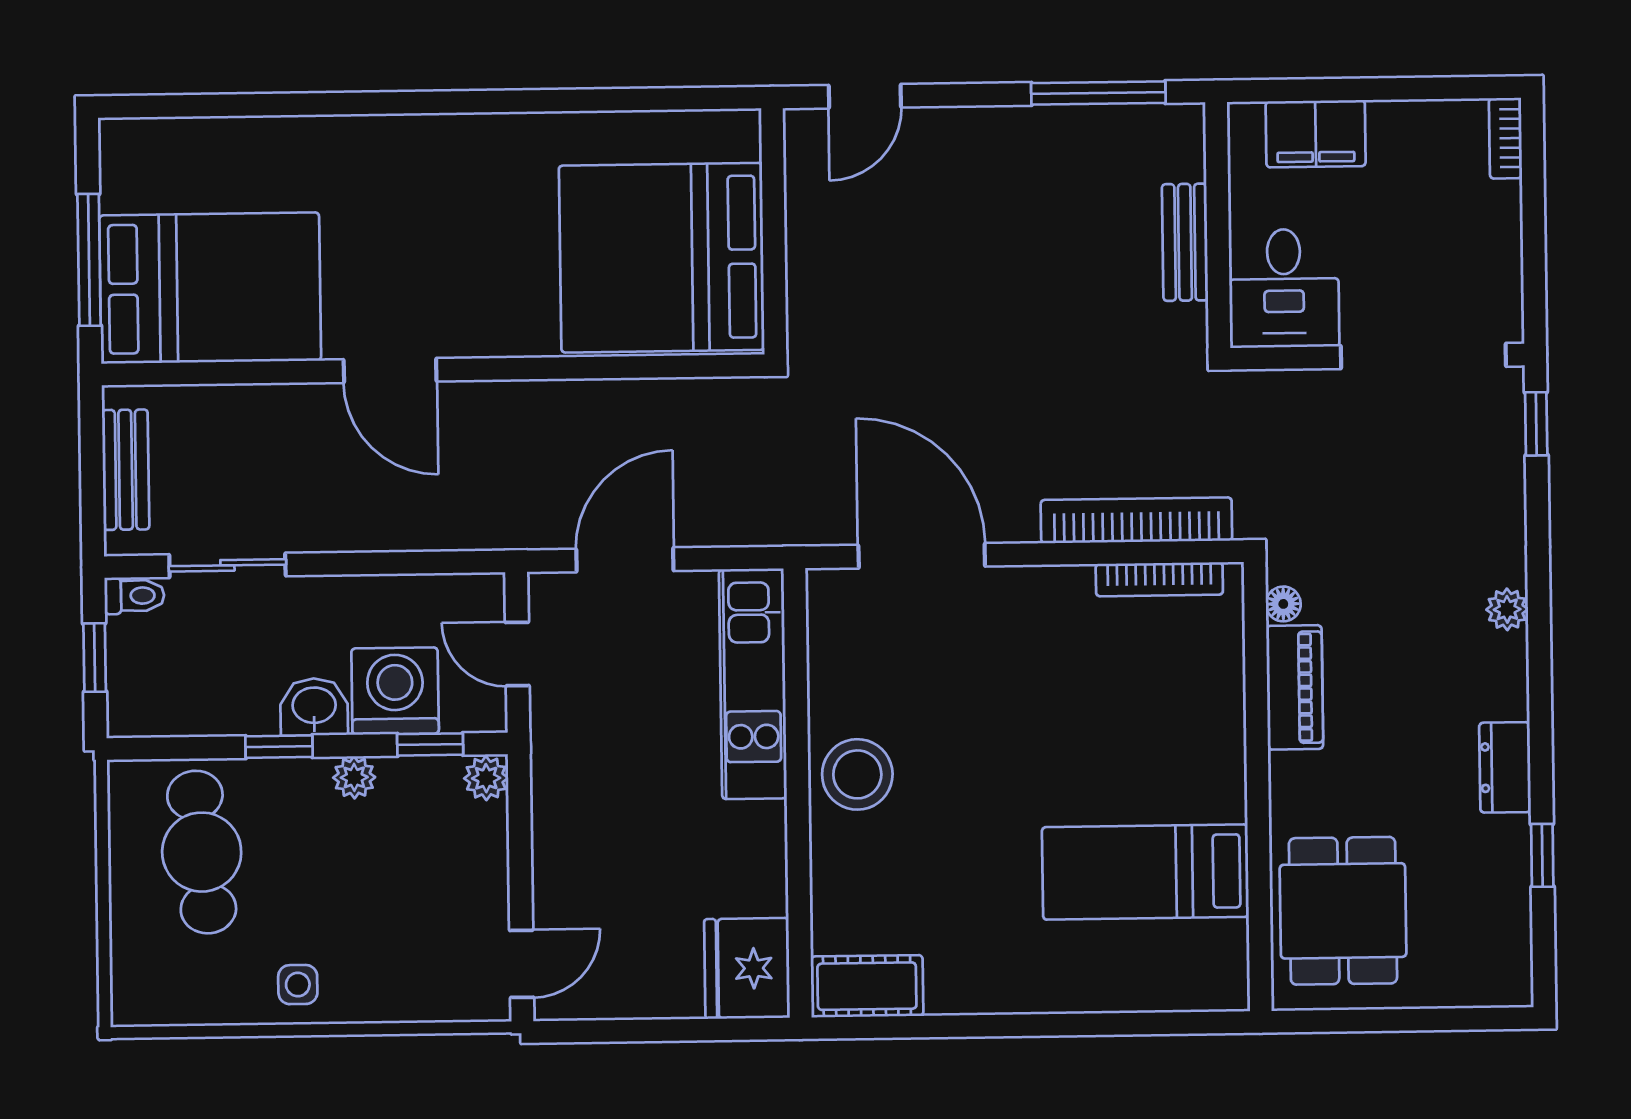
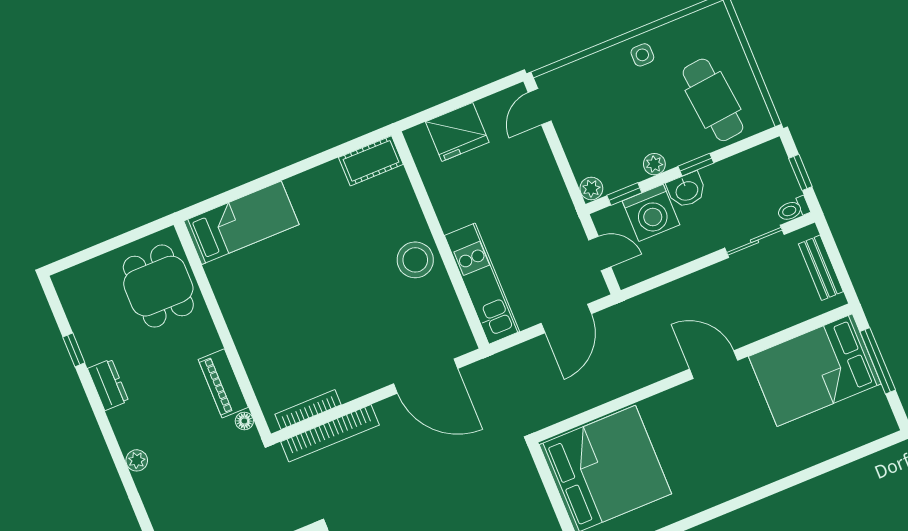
bed: (1145, 872) -> (241, 223), moved
fridge: (747, 968) -> (457, 132), moved, turned 90

